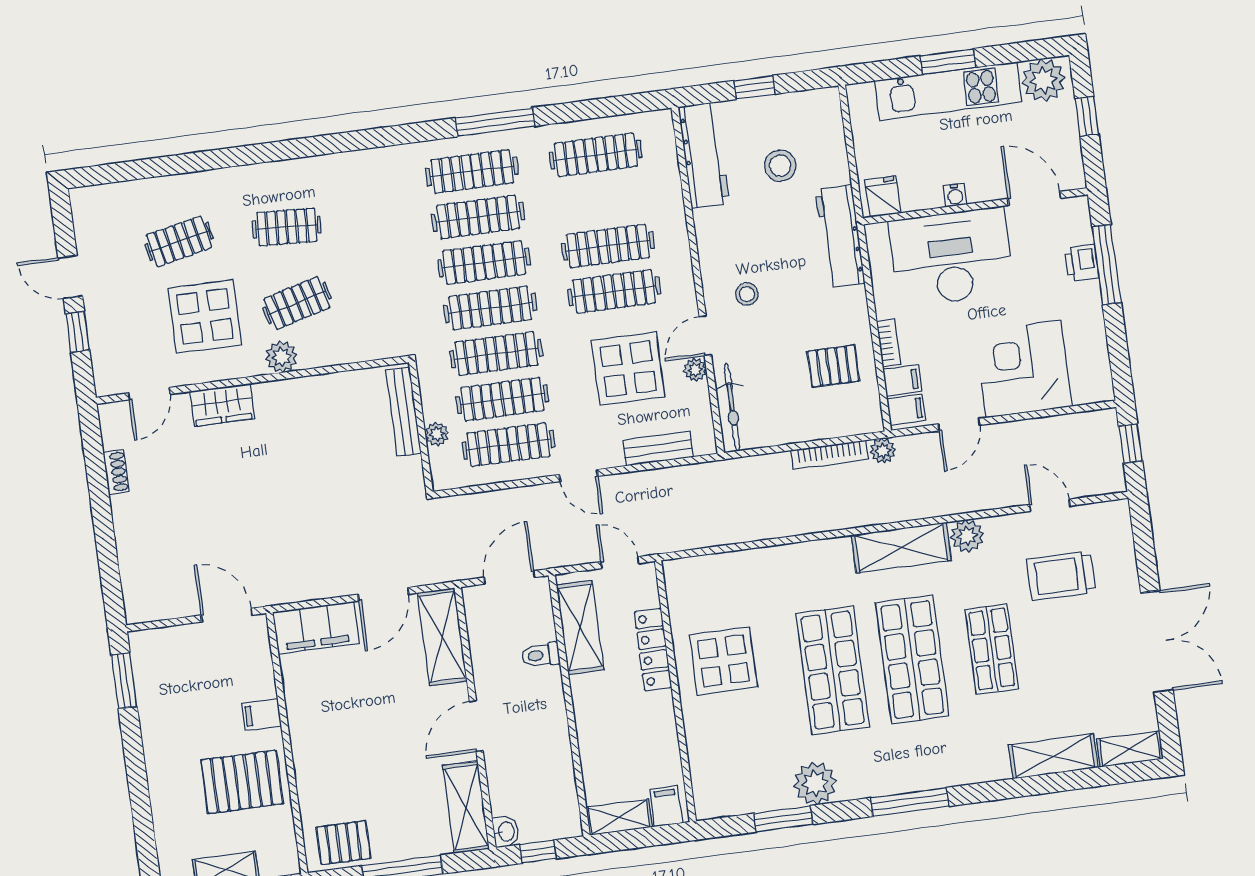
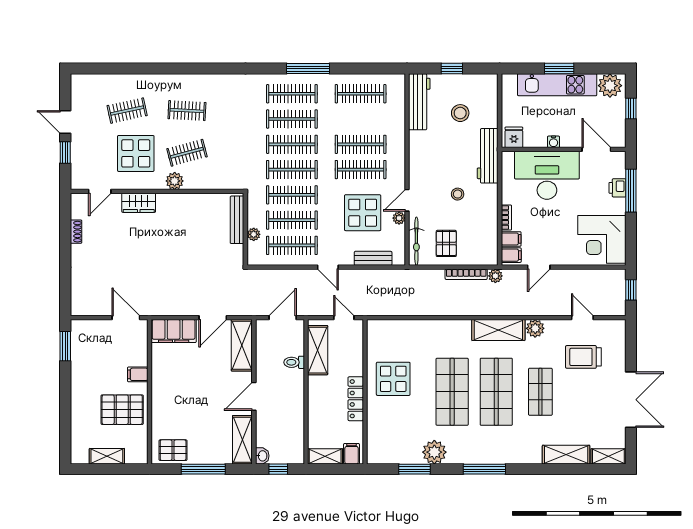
stool: (747, 294) -> (458, 194), moved
pallet: (833, 366) -> (446, 243), moved, turned 90
corner desk: (1023, 369) -> (602, 239), moved, turned -90
locker: (653, 650) -> (356, 399), moved

